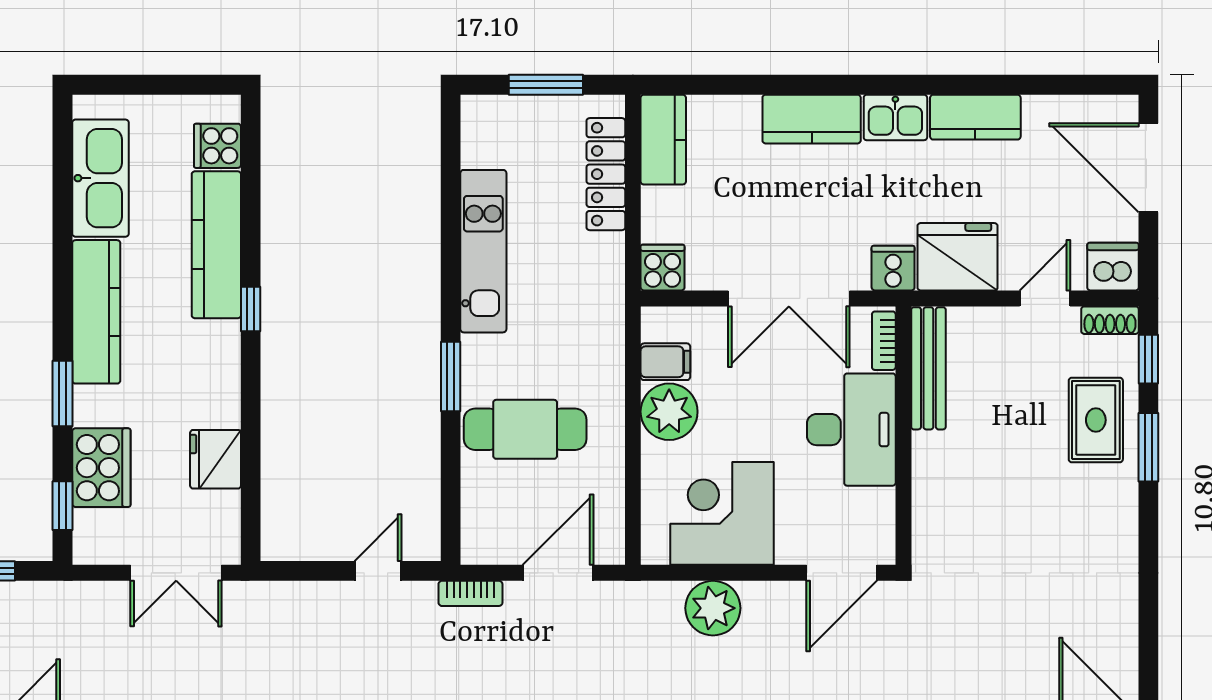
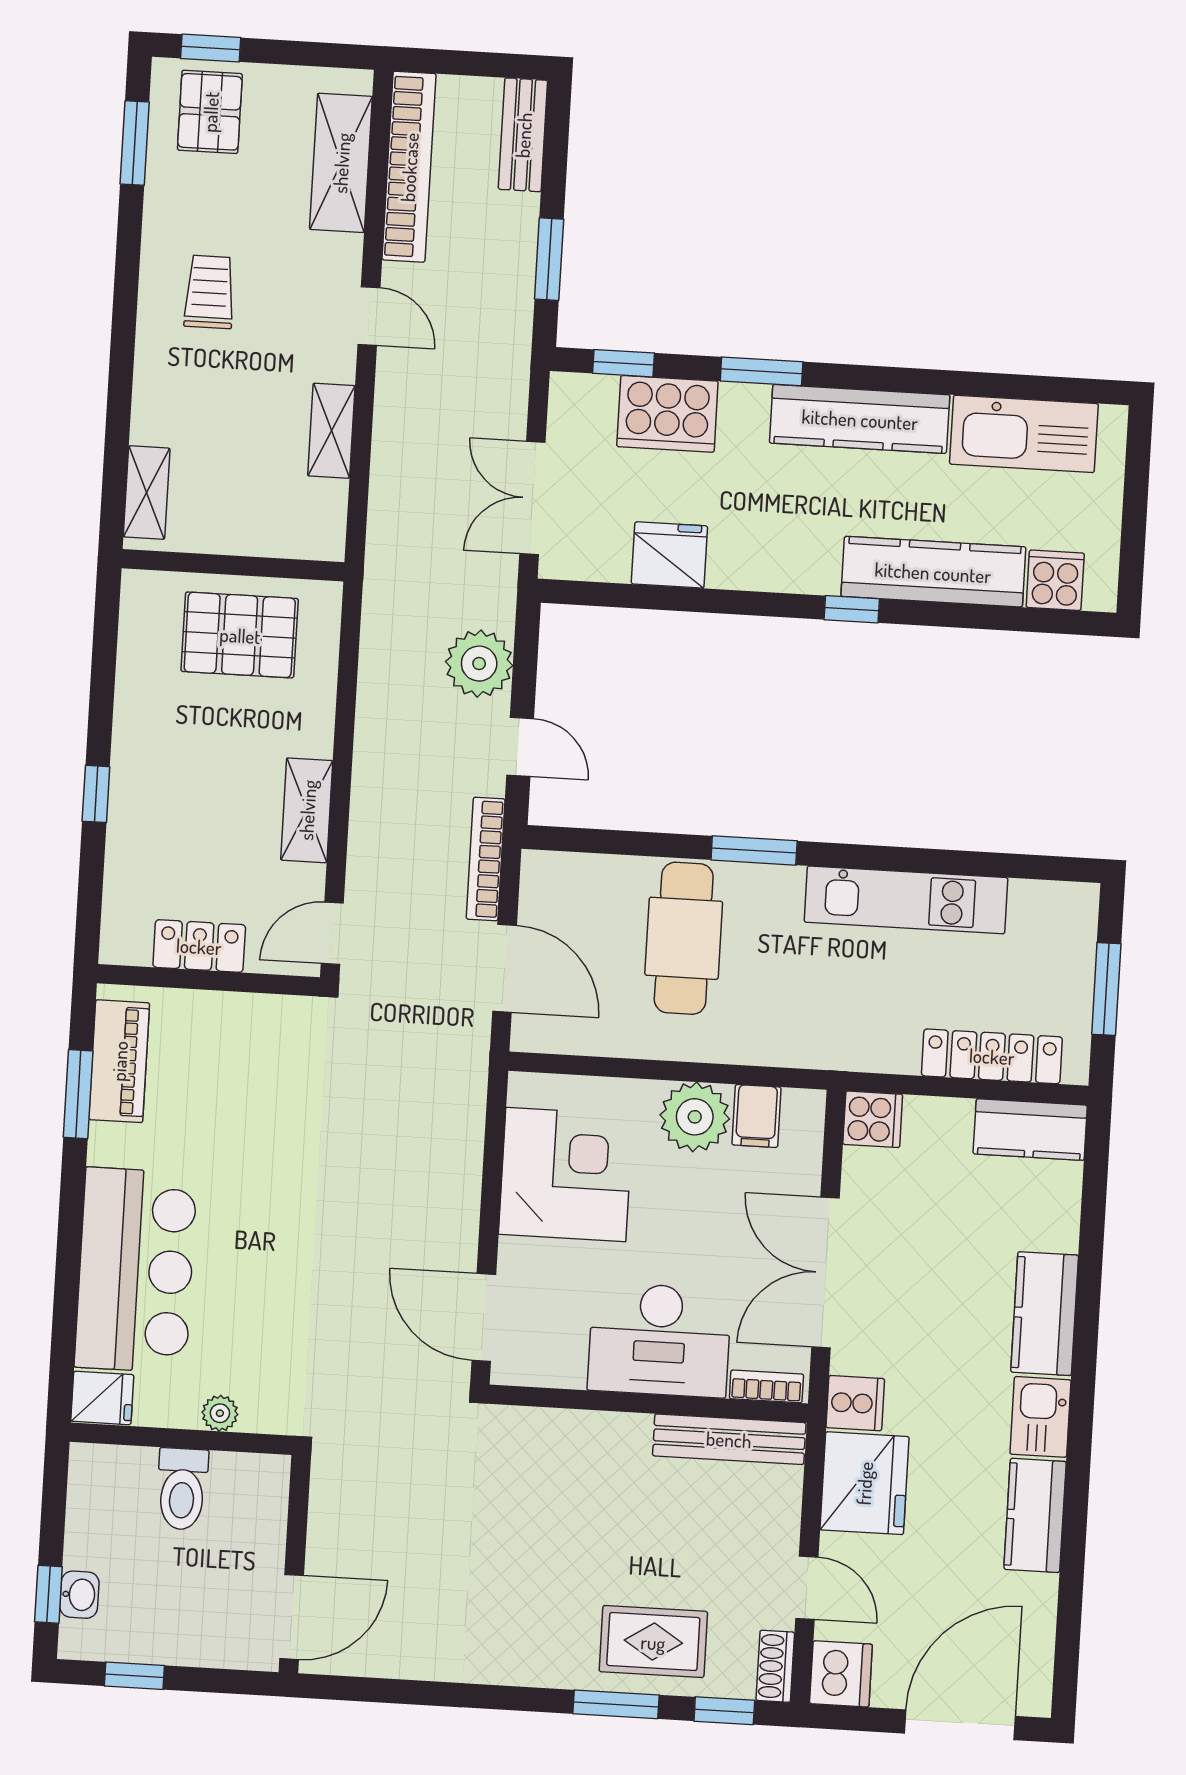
bookcase: (470, 593) -> (486, 859), width x1.56
plant: (713, 608) -> (479, 664), moved

